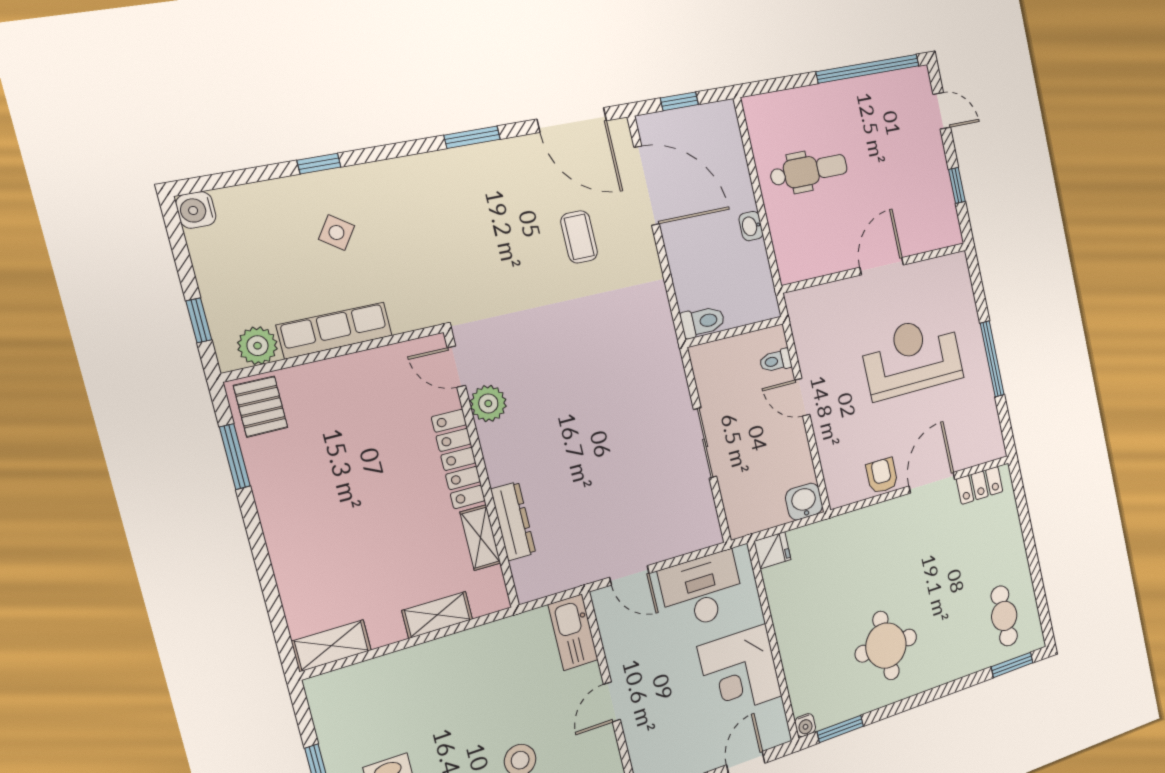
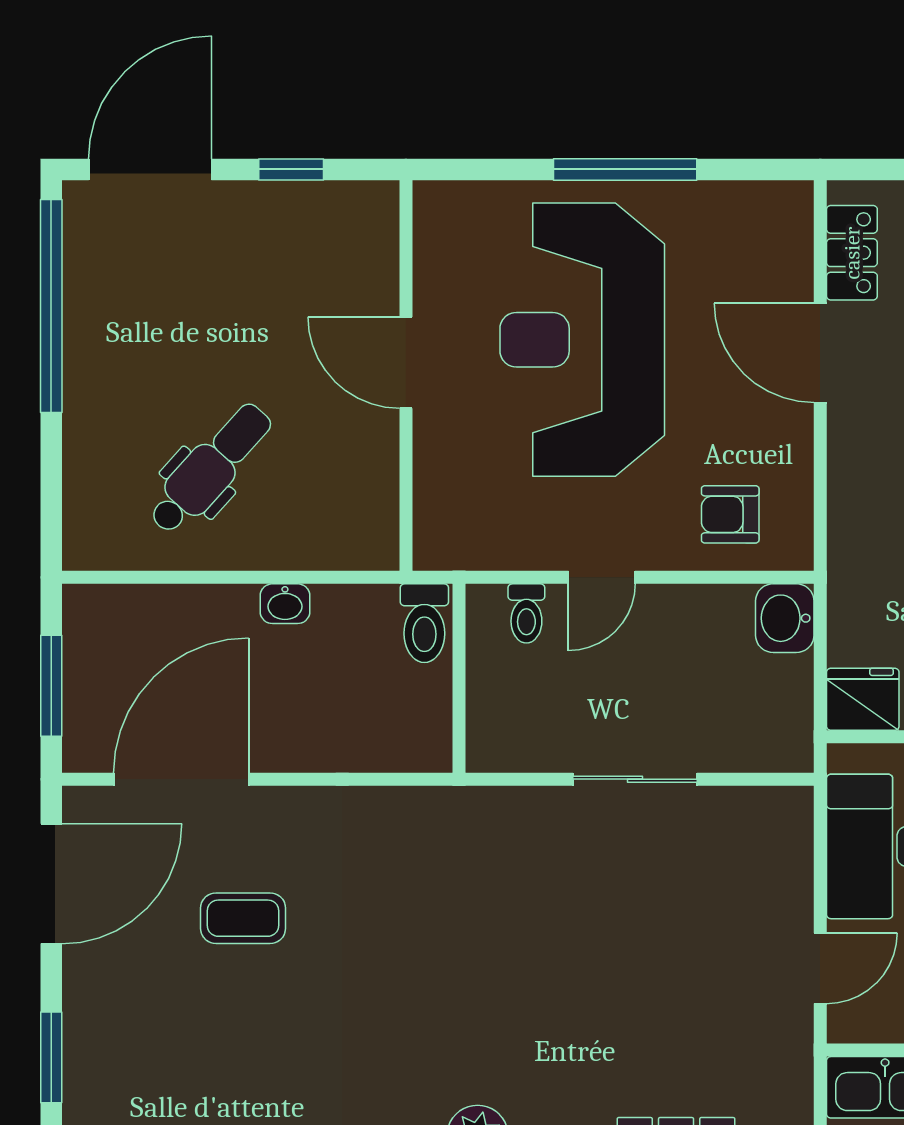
window: (679, 101) -> (51, 686), width x1.50
door: (942, 111) -> (150, 169), width x1.87
dental chair: (809, 171) -> (210, 469), turned 42
toilet: (703, 322) -> (424, 623), moved, turned 180
reception desk: (912, 357) -> (582, 340), width x1.36, depth x1.30
armchair: (882, 476) -> (730, 514), moved
fridge: (772, 550) -> (863, 699), width x1.38

